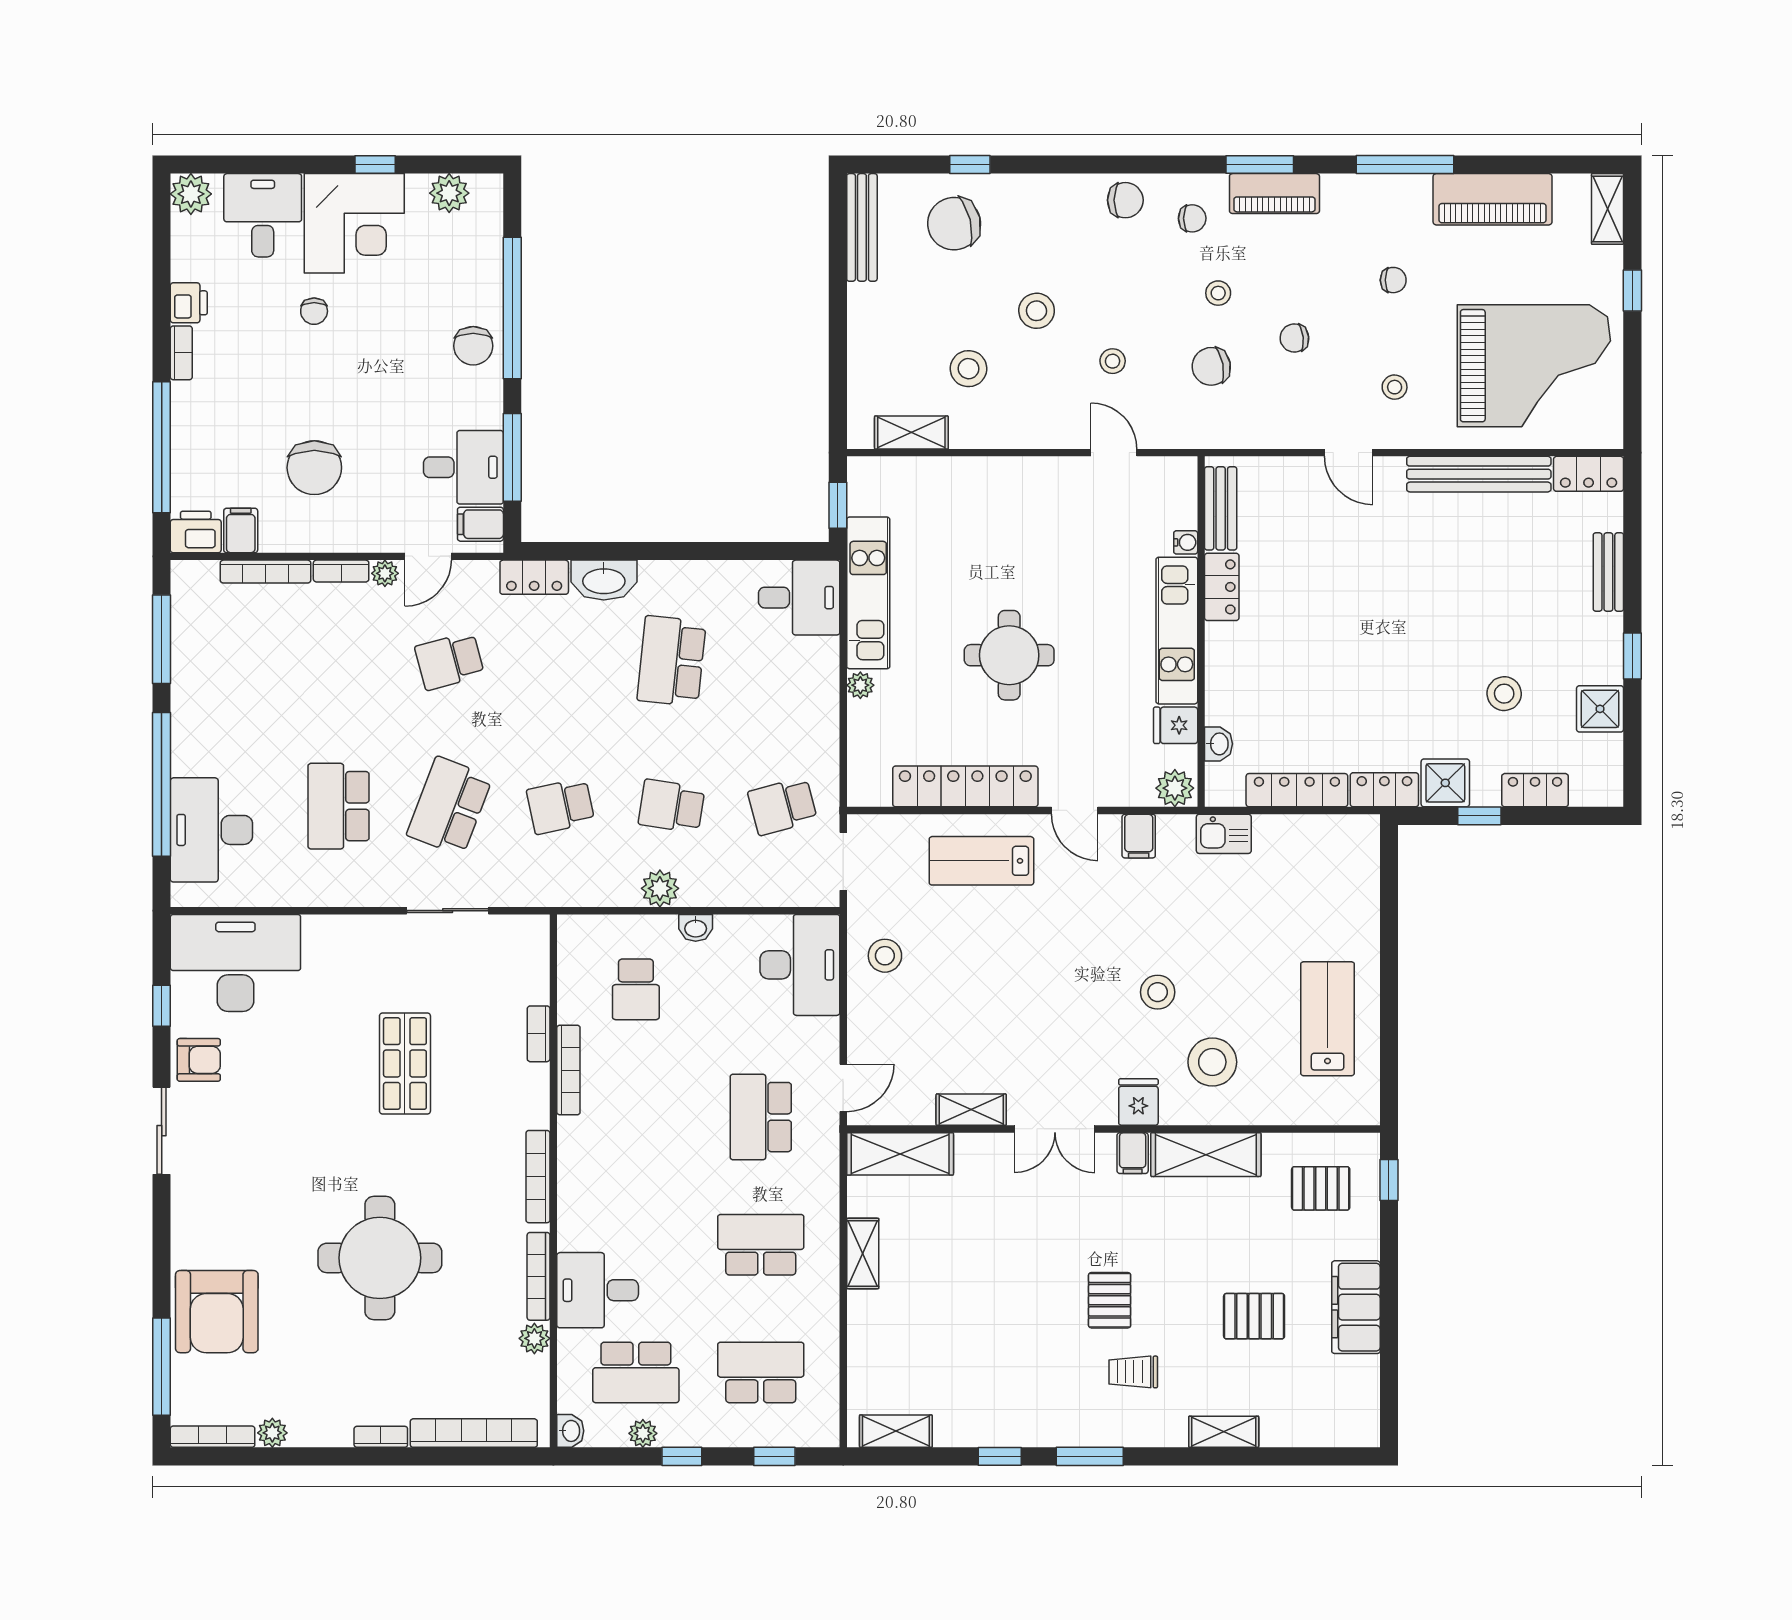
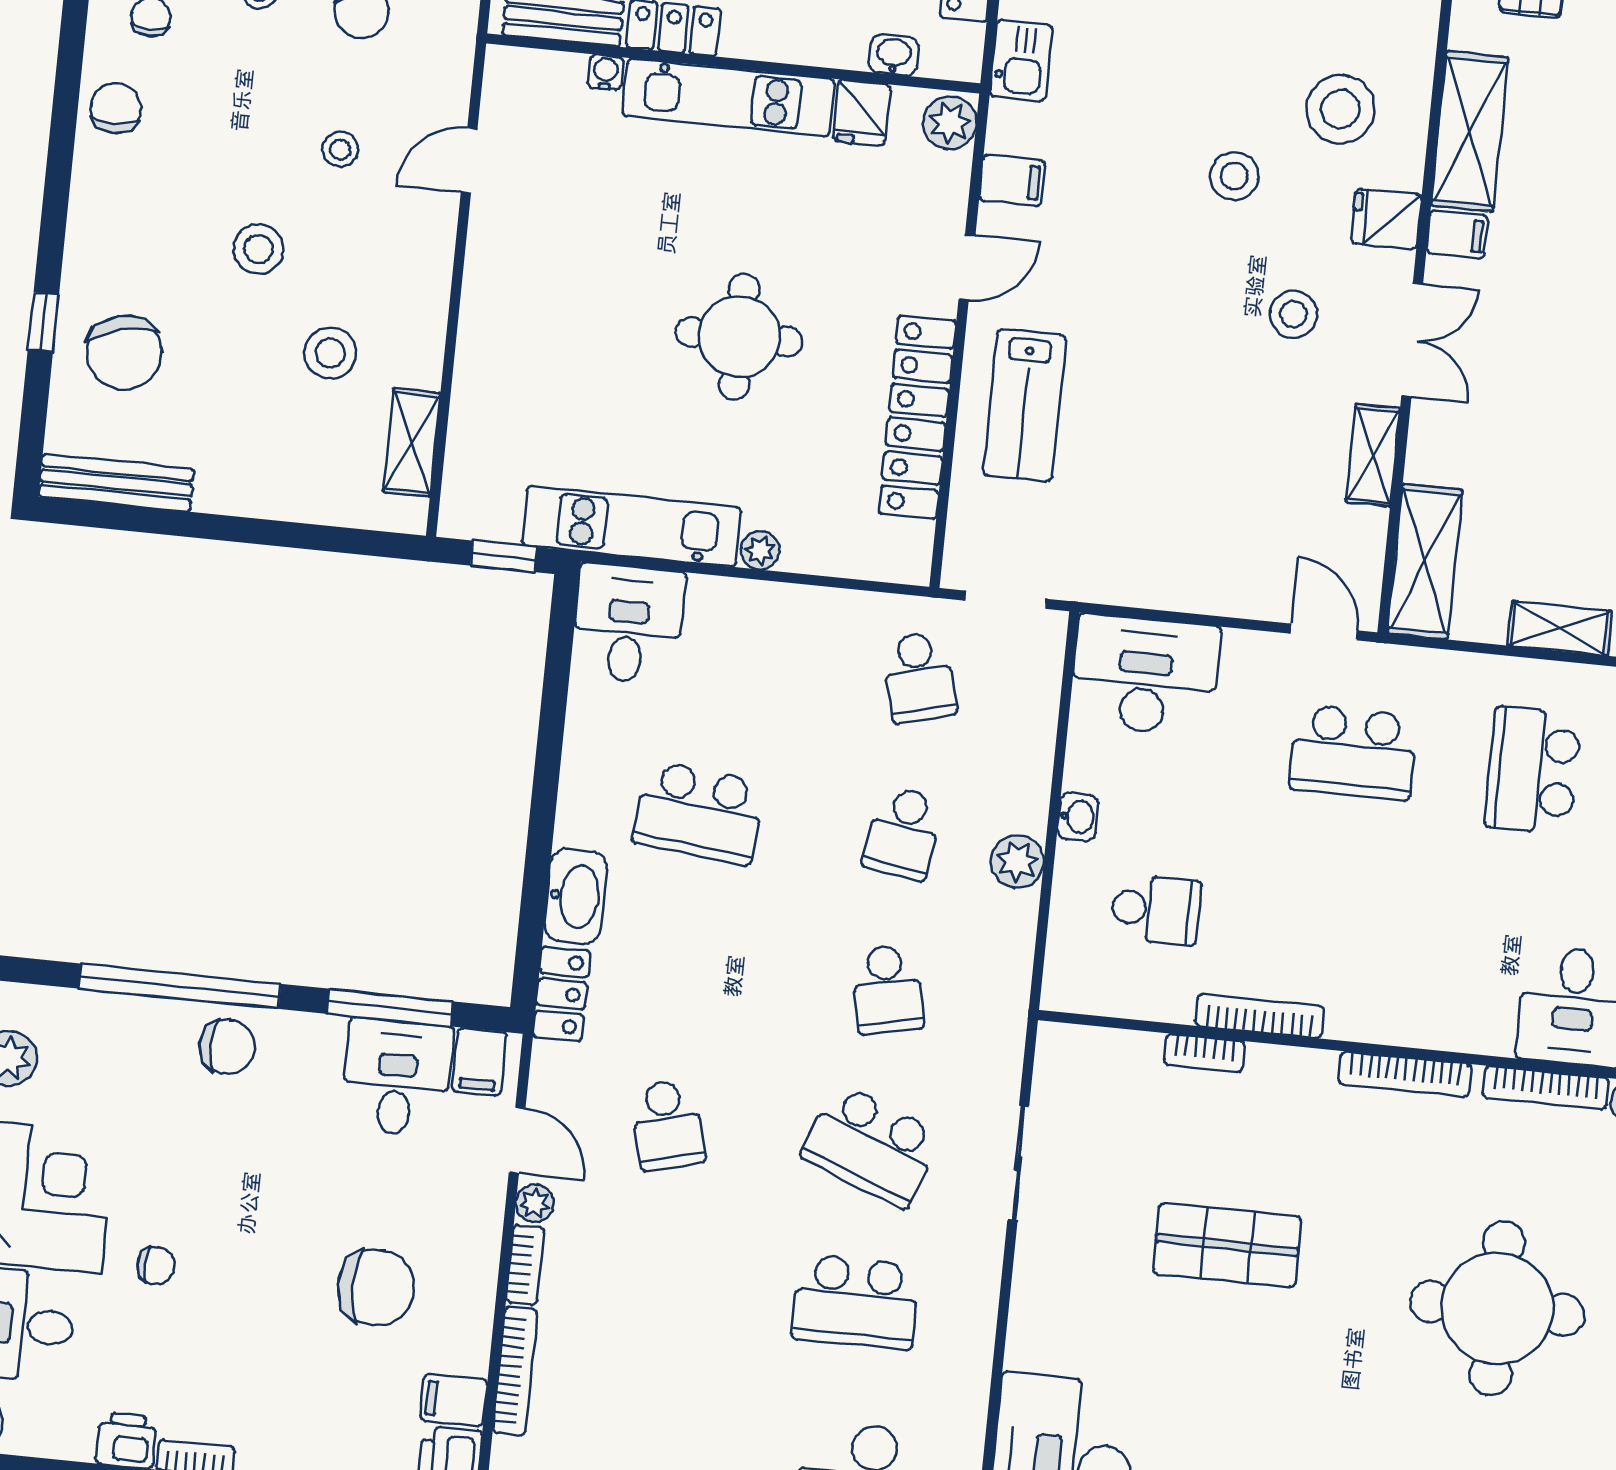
stool: (885, 956) -> (1293, 314), moved

